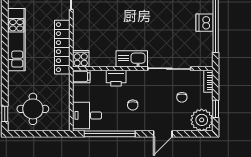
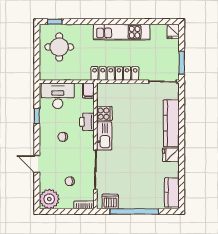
dishwasher: (205, 23) -> (110, 202), moved
cooker: (81, 59) -> (104, 114), moved
window: (216, 109) -> (59, 211), removed
desk: (87, 115) -> (58, 96), width x1.37
window: (110, 134) -> (37, 116), width x0.32

